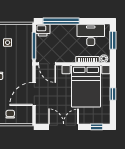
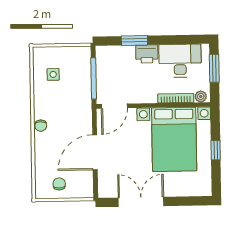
window: (61, 21) -> (134, 40), width x0.47
printer: (43, 30) -> (147, 54), moved
door: (47, 64) -> (114, 106), hinge flipped
window: (97, 127) -> (191, 201), removed

